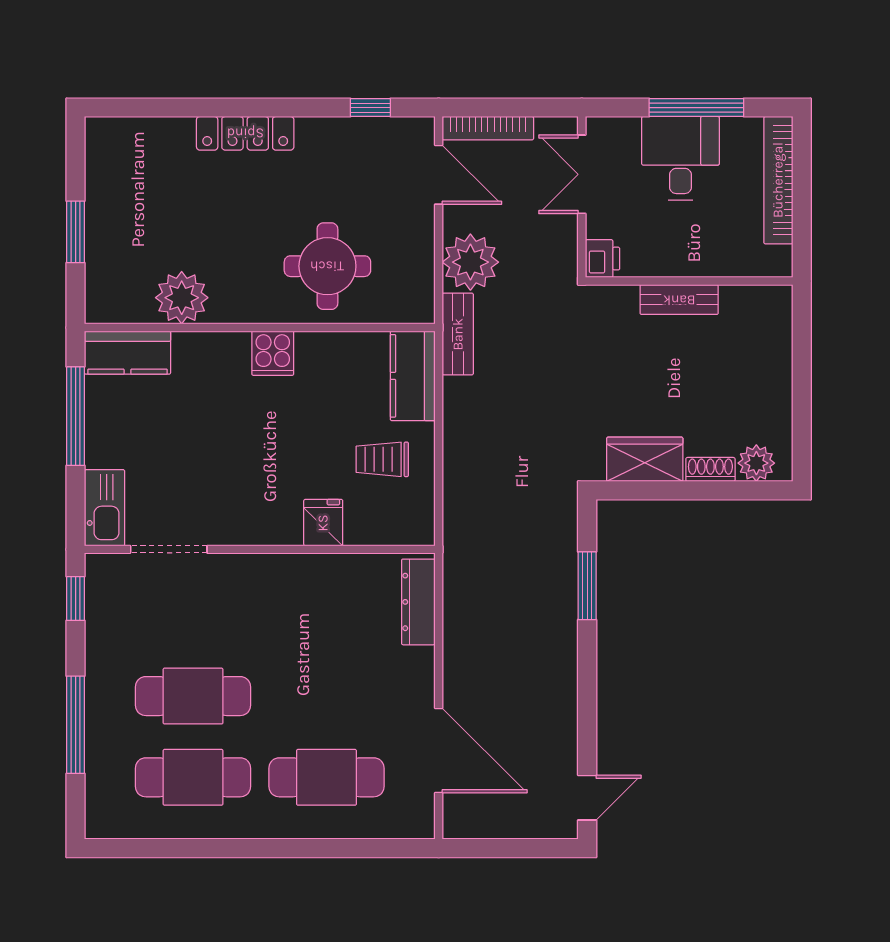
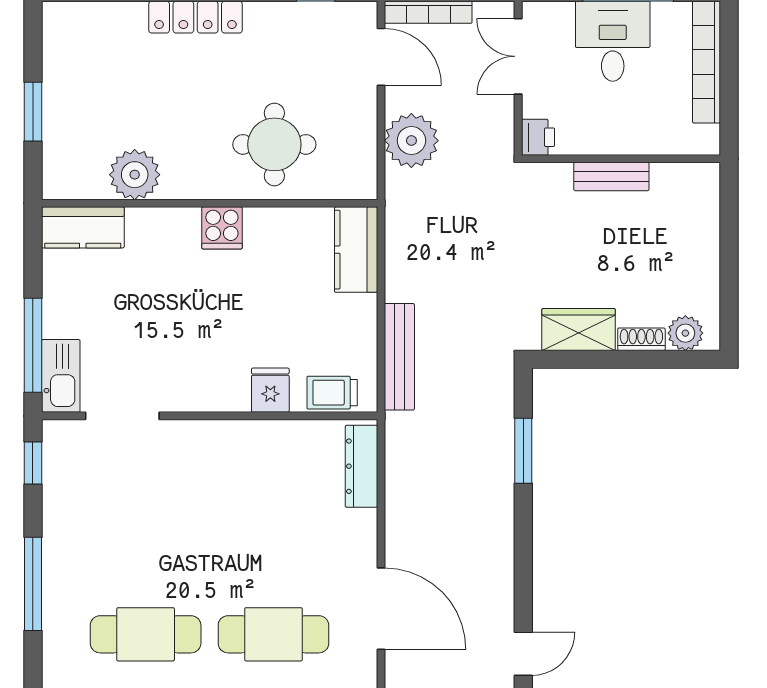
bench: (458, 334) -> (399, 357), moved, width x1.36
window: (76, 416) -> (33, 345), moved
trolley: (382, 459) -> (332, 393), moved
cafe table: (193, 696) -> (146, 556), removed

